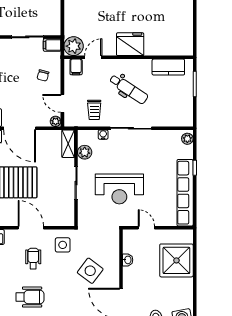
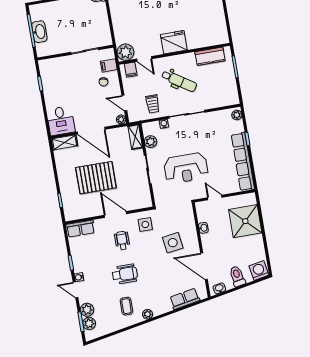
filing cabinet: (52, 45) -> (109, 65), moved
door: (93, 57) -> (144, 59), swing flipped
side table: (90, 271) -> (173, 243), turned 45

